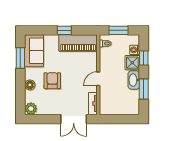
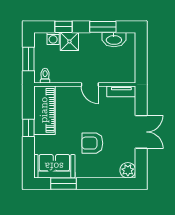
washbasin: (134, 80) -> (114, 40), moved
floor lamp: (30, 85) -> (98, 172), removed
double door: (74, 119) -> (141, 132), moved

